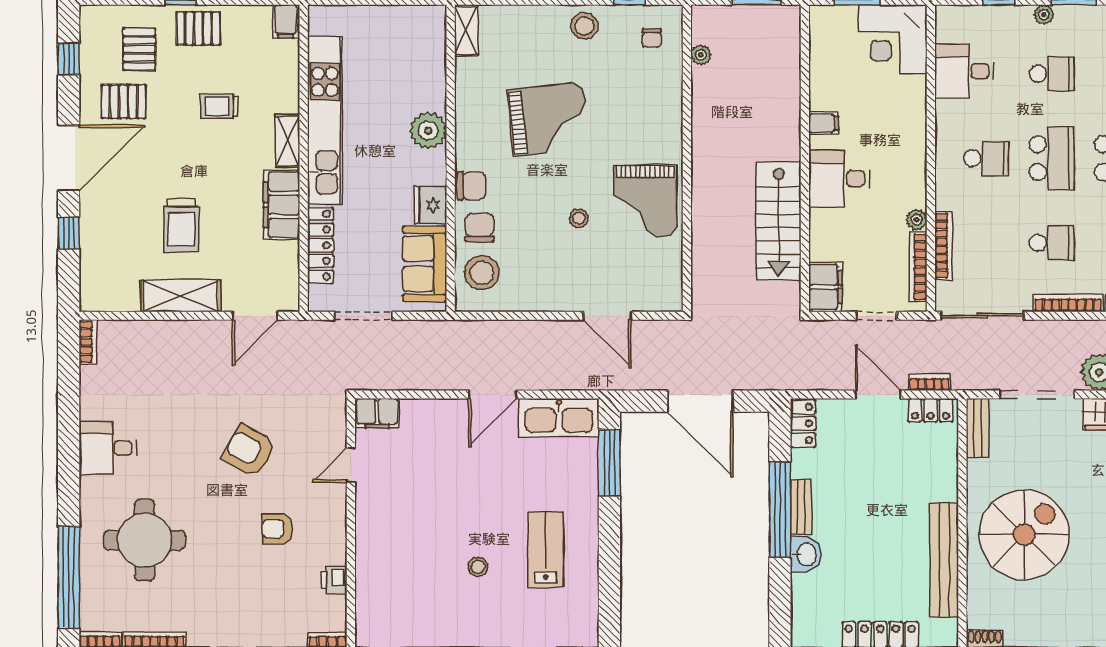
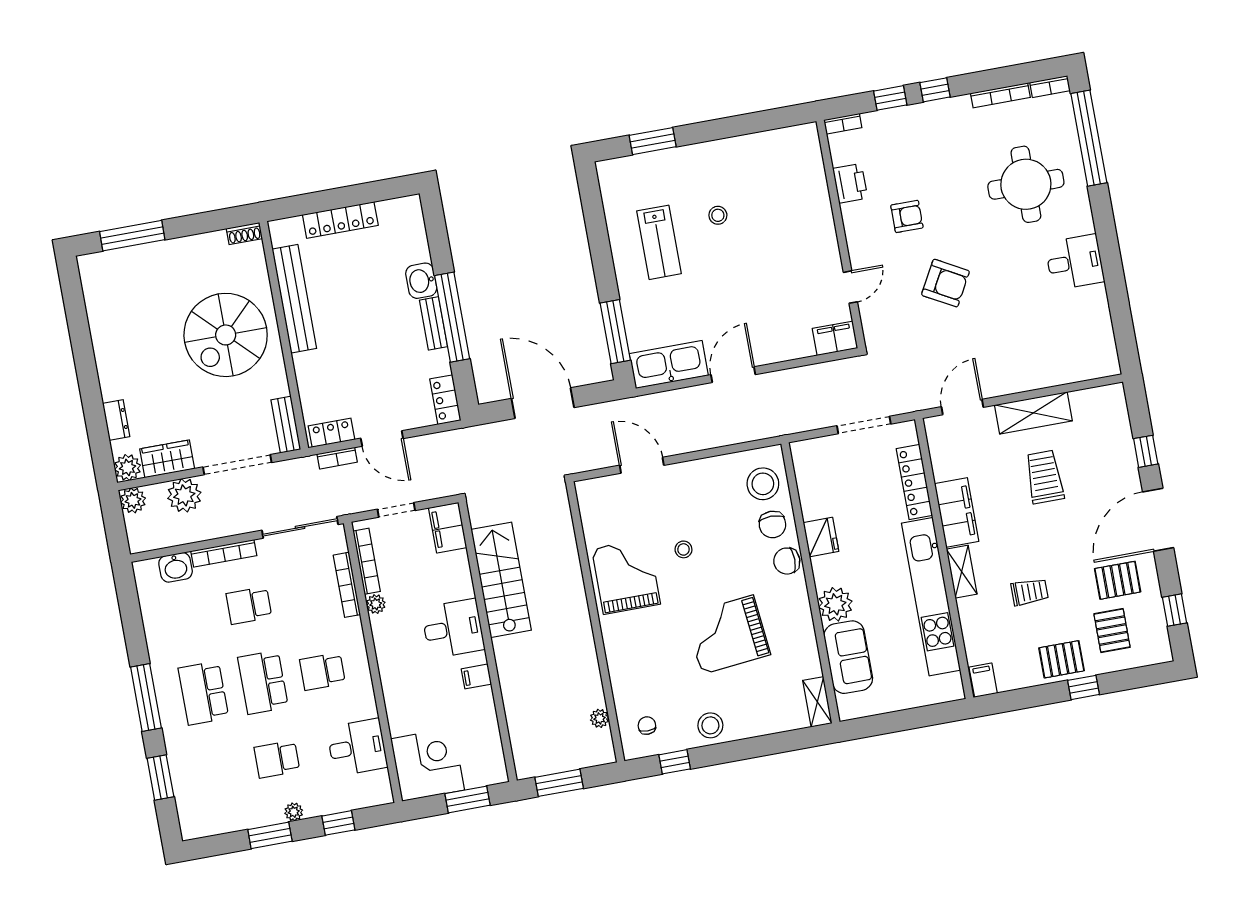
sofa: (425, 264) -> (848, 657), moved
bookcase: (88, 342) -> (1110, 356), removed
printer: (334, 580) -> (850, 183), width x1.36, depth x1.24

